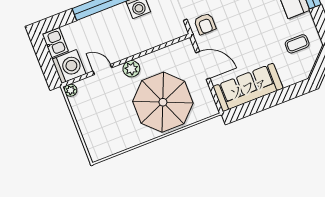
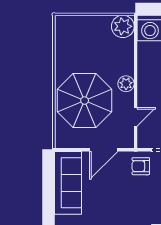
door: (102, 69) -> (136, 117), moved
plant: (71, 90) -> (123, 26), width x1.87, depth x1.87

